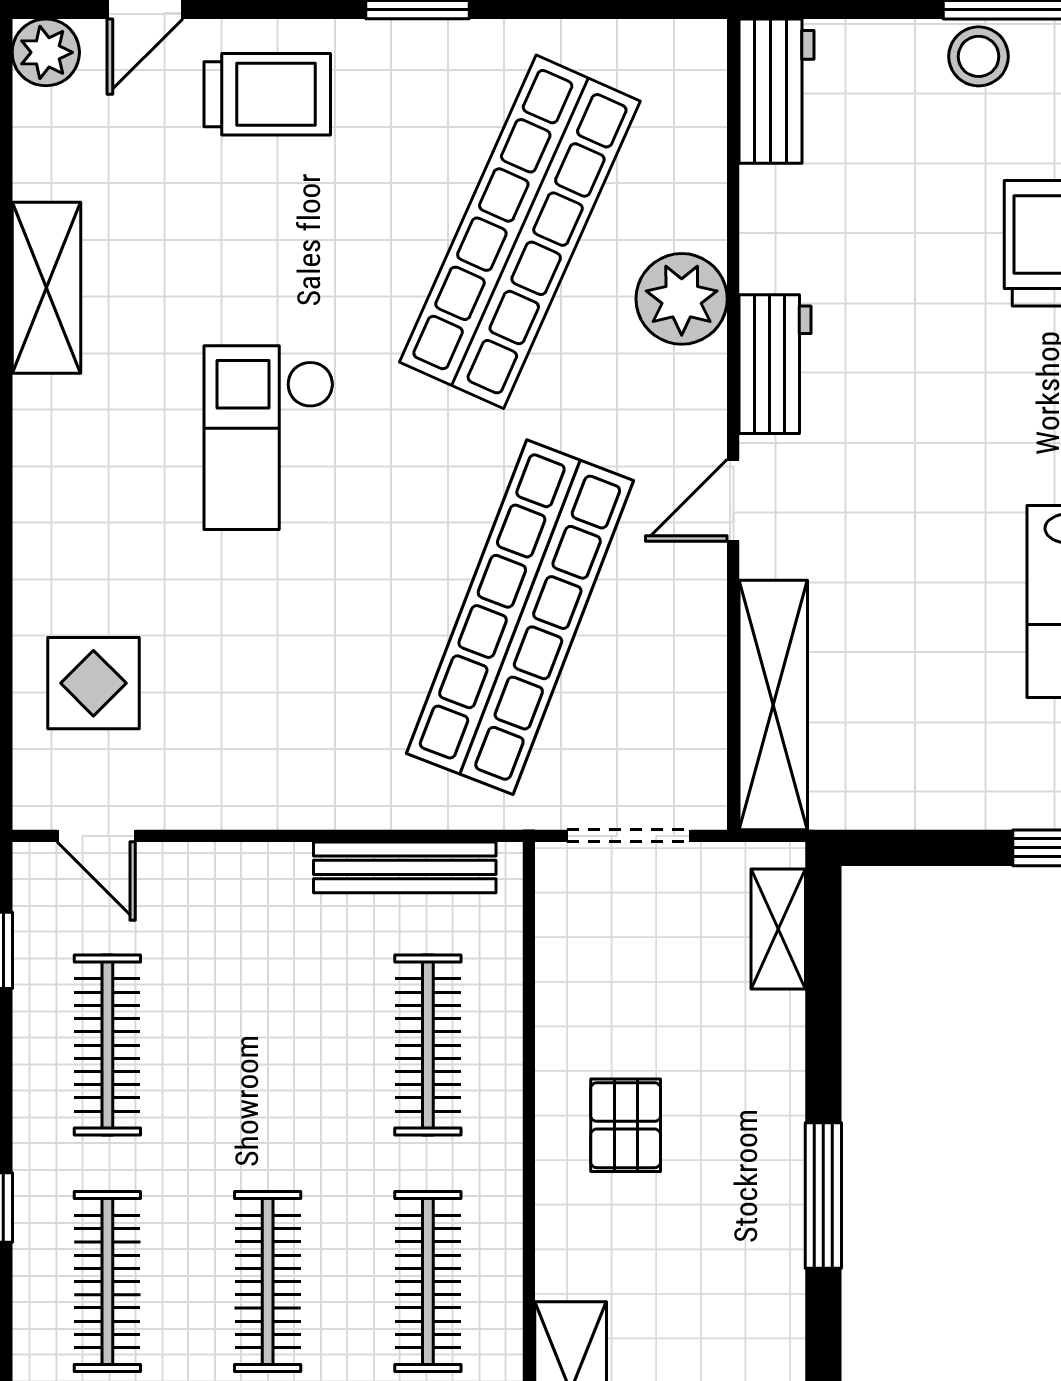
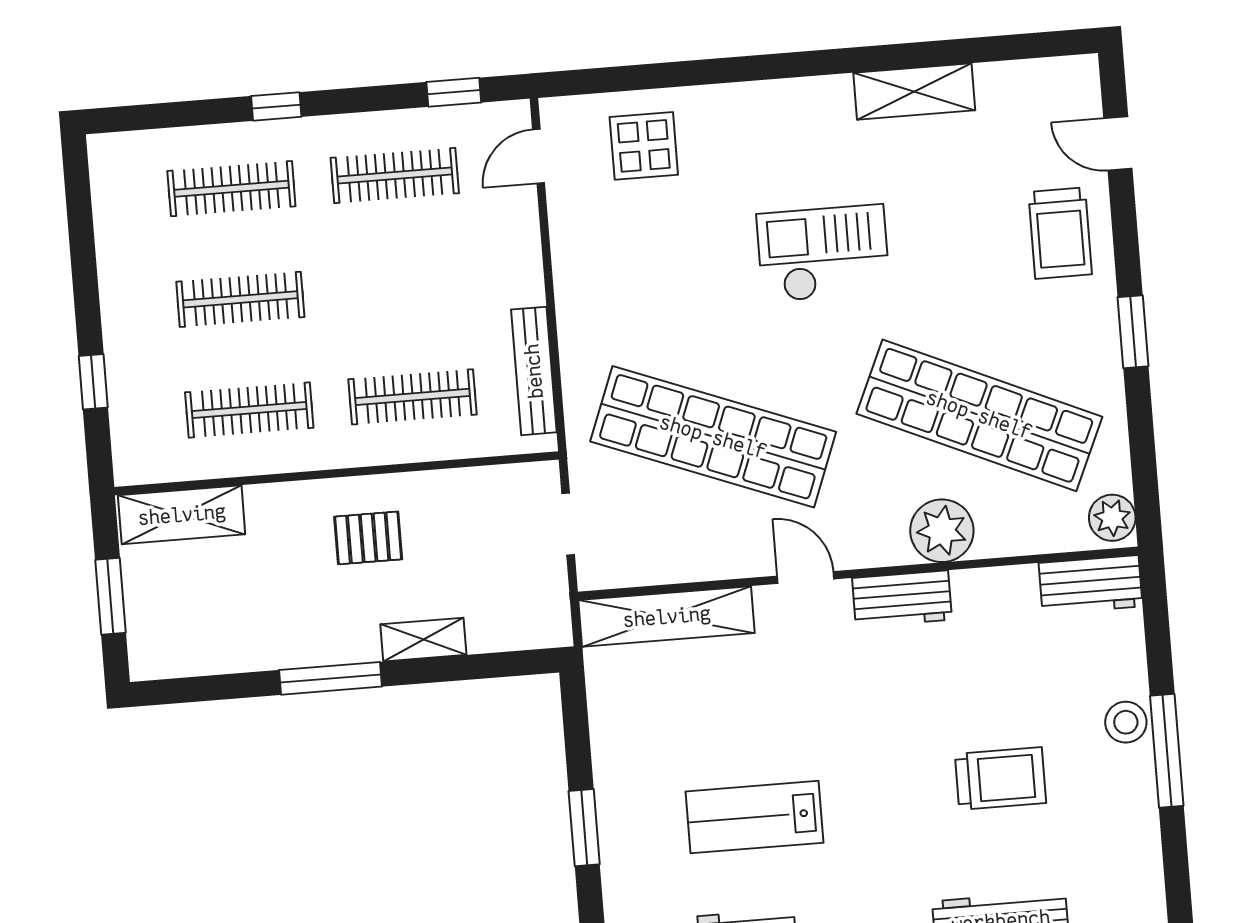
plant: (46, 52) -> (1112, 518), moved
doorway: (629, 836) -> (568, 524), width x0.73
shelving: (778, 929) -> (423, 640), moved

